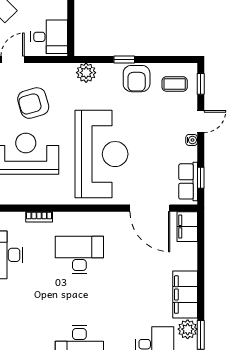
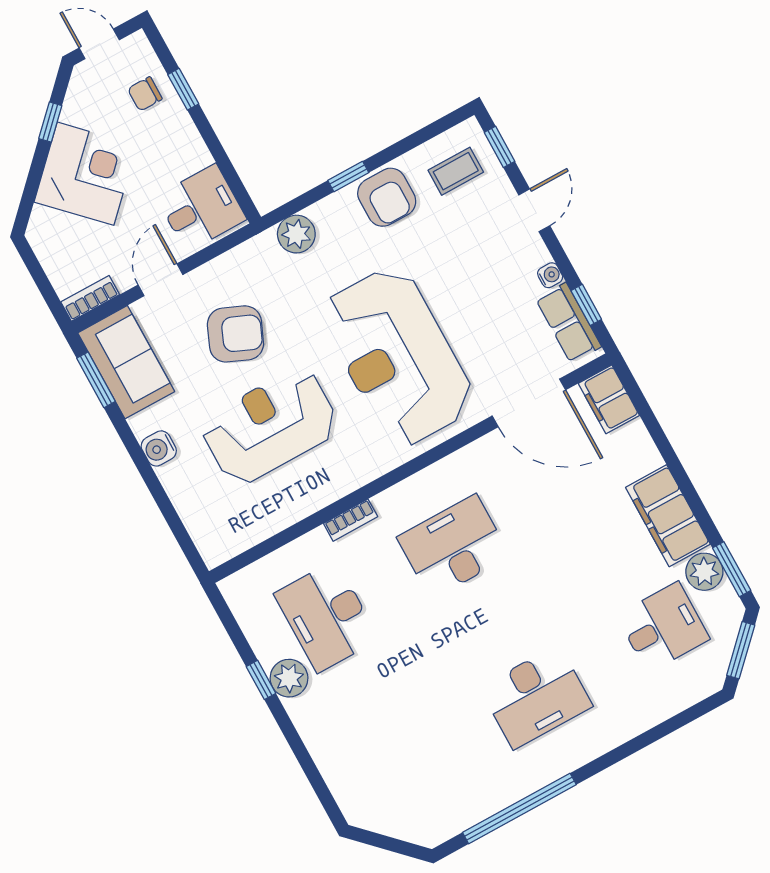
armchair: (33, 103) -> (235, 334), turned -141
water cooler: (192, 140) -> (550, 275), moved
reception desk: (101, 154) -> (397, 357), turned 180

